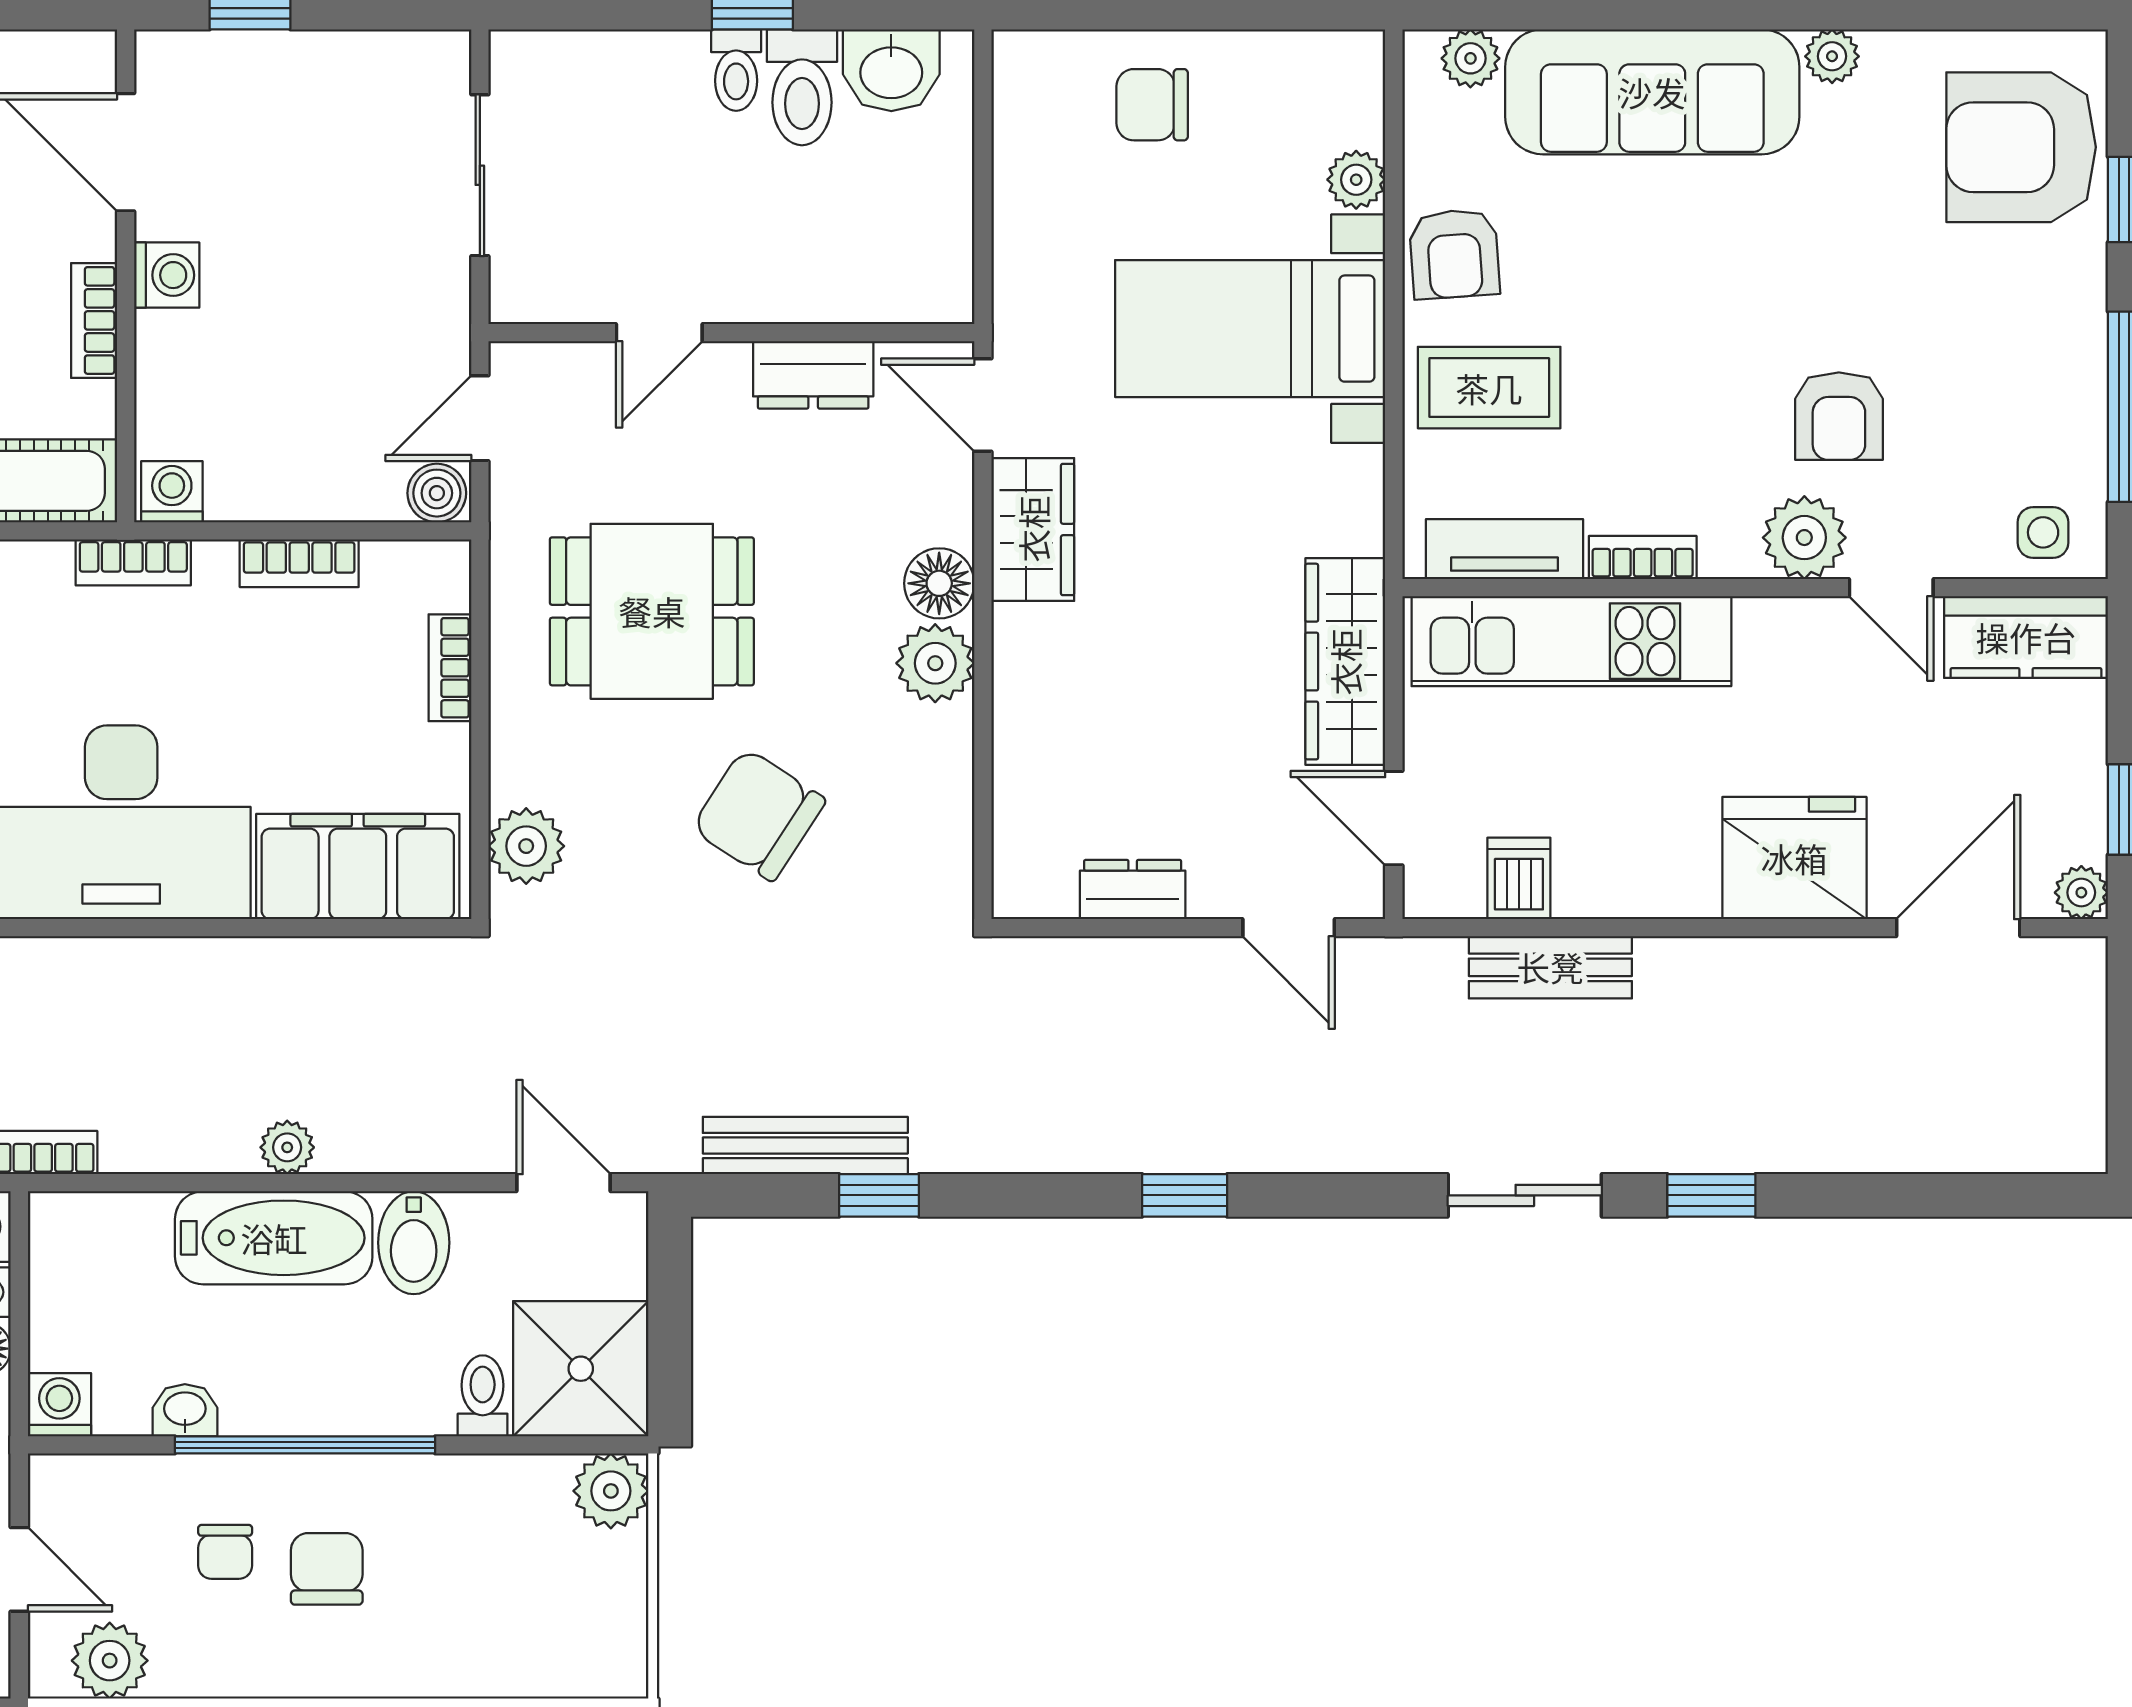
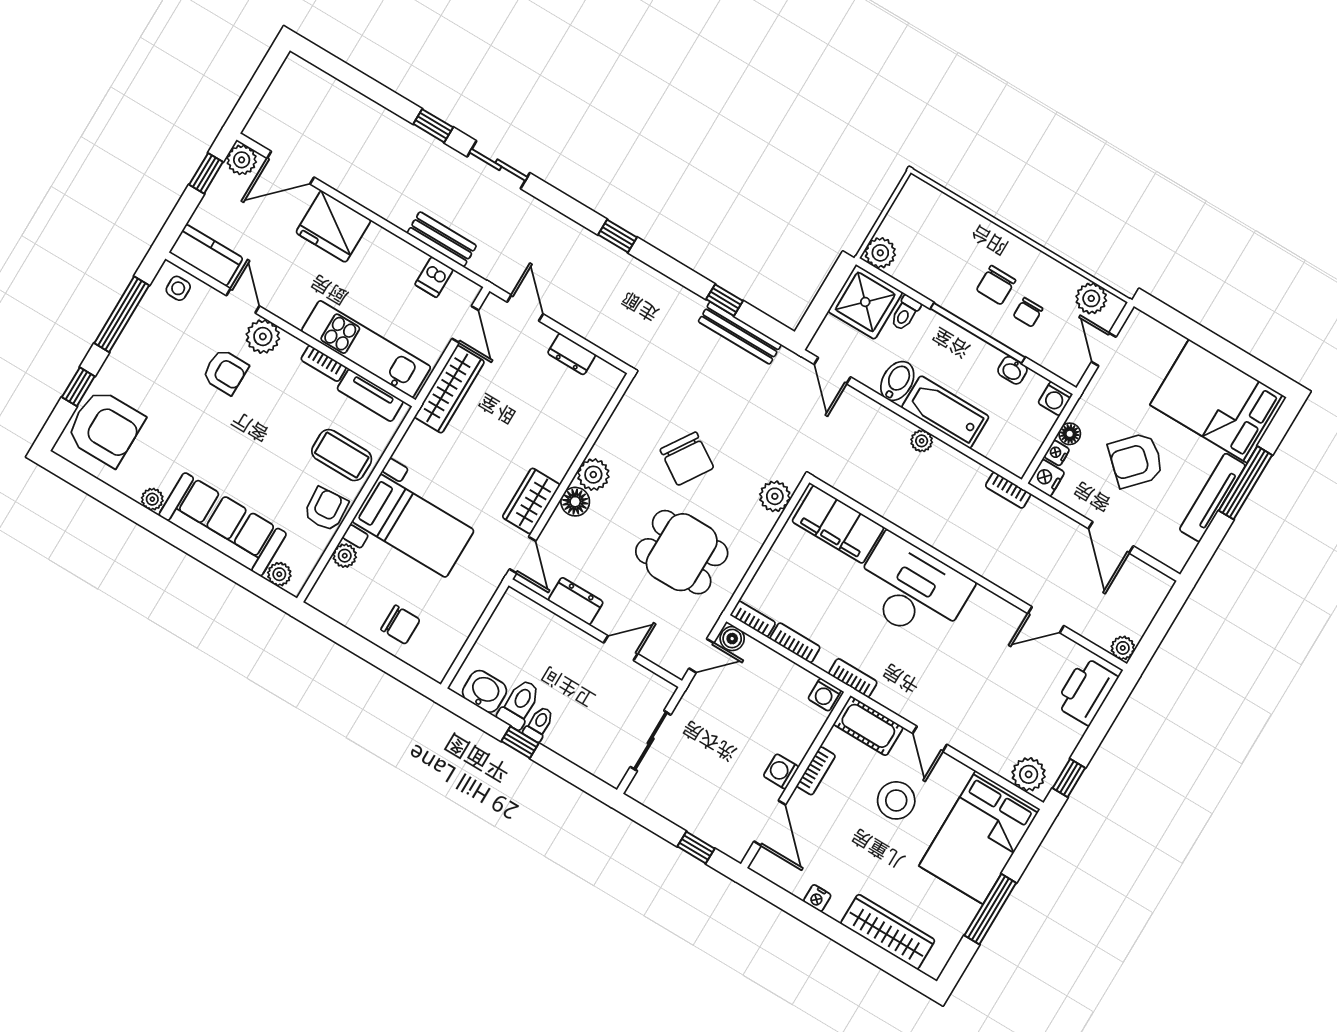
armchair: (1839, 416) -> (225, 372), turned 90
bookcase: (450, 668) -> (753, 619), moved, turned -90
plant: (2081, 893) -> (242, 160), width x1.38, depth x1.38
chair: (225, 1552) -> (1028, 312), turned 180

